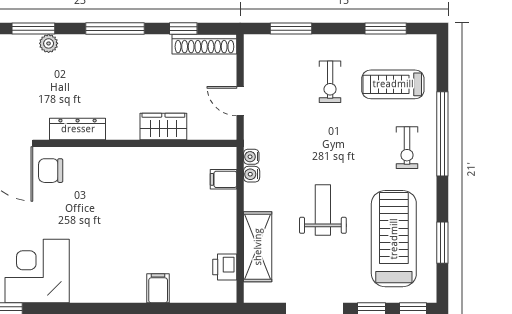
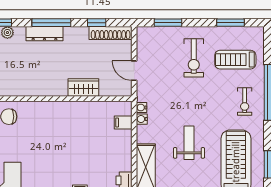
exercise bike: (330, 82) -> (194, 58), width x1.38, depth x1.39
dresser: (78, 129) -> (44, 34), moved, turned 180

